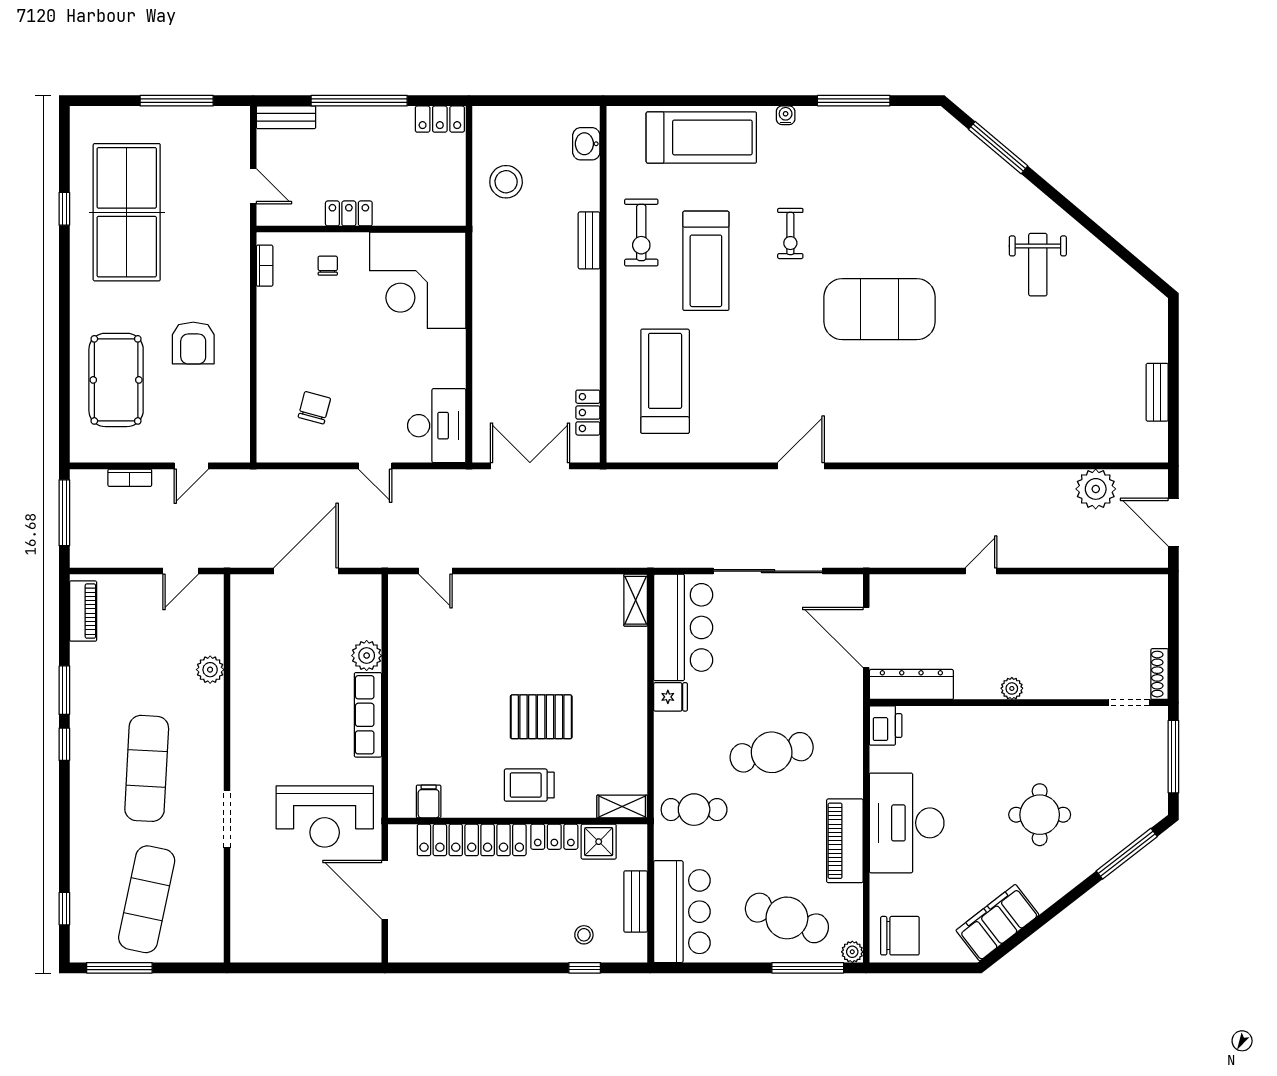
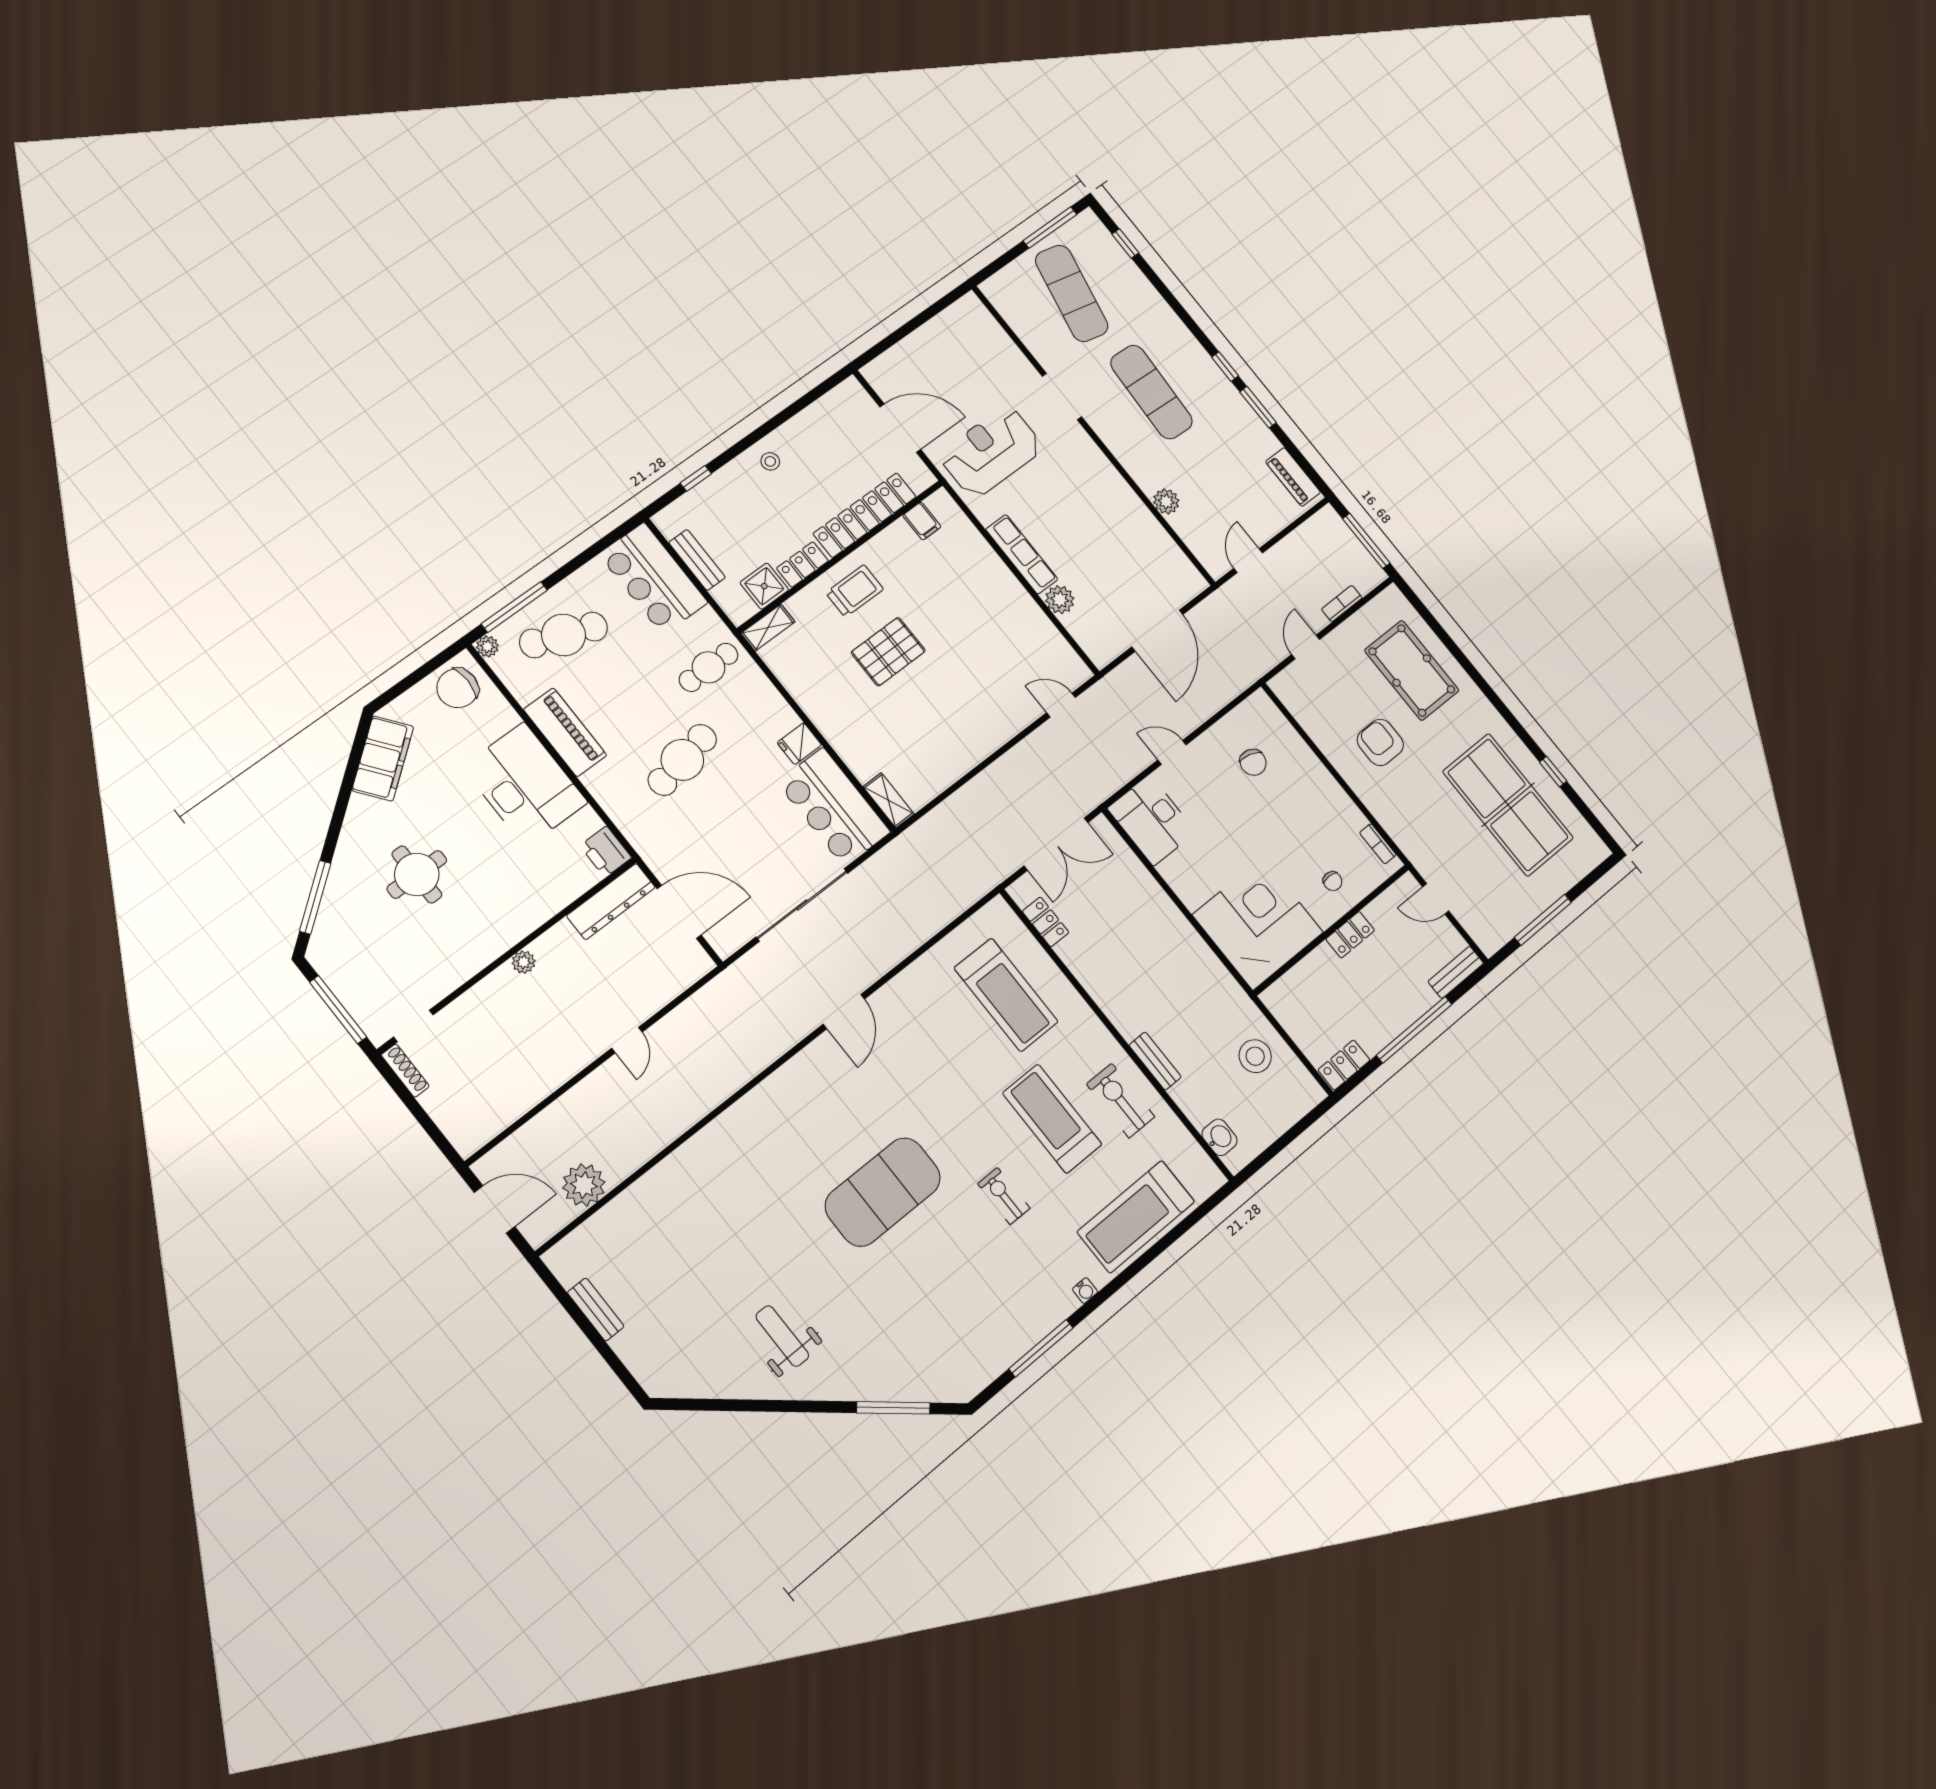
stool: (584, 935) -> (770, 461), moved

